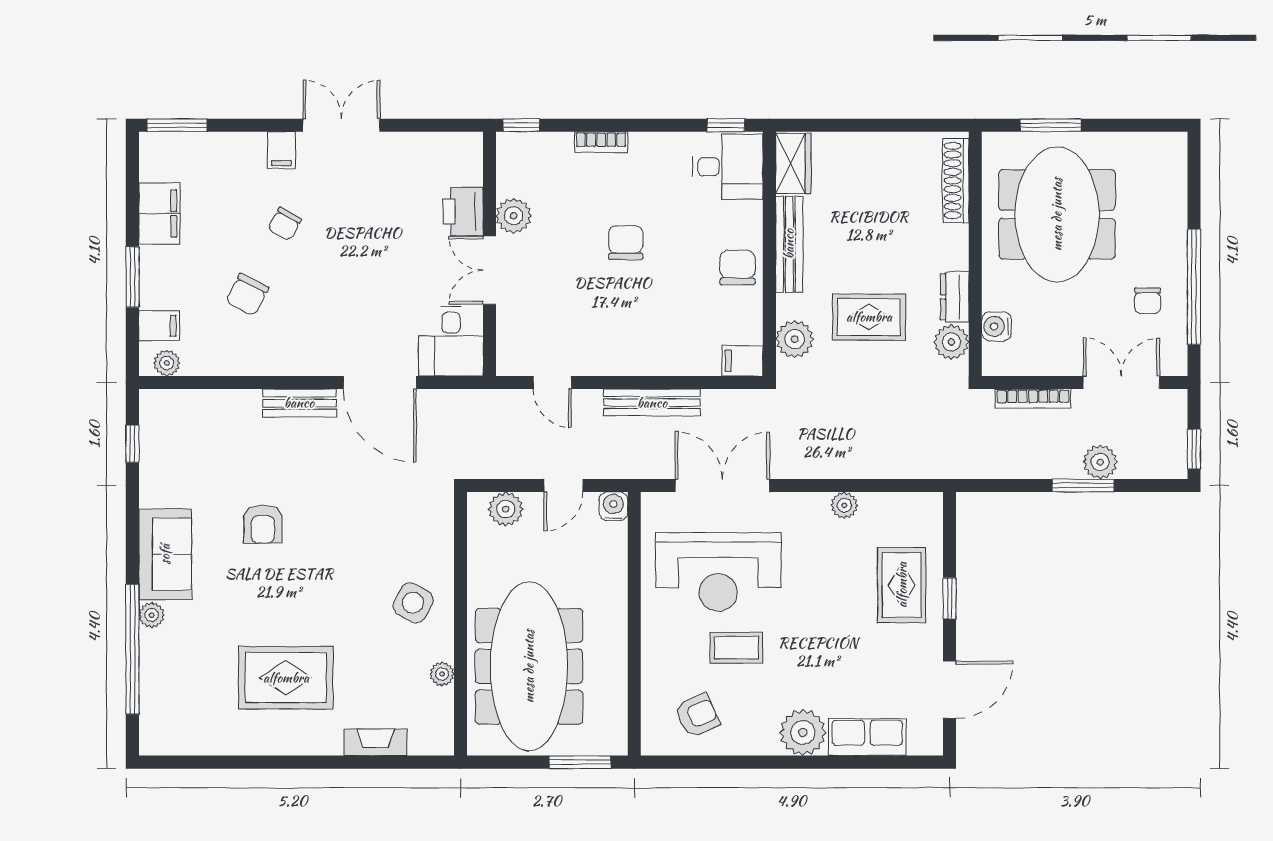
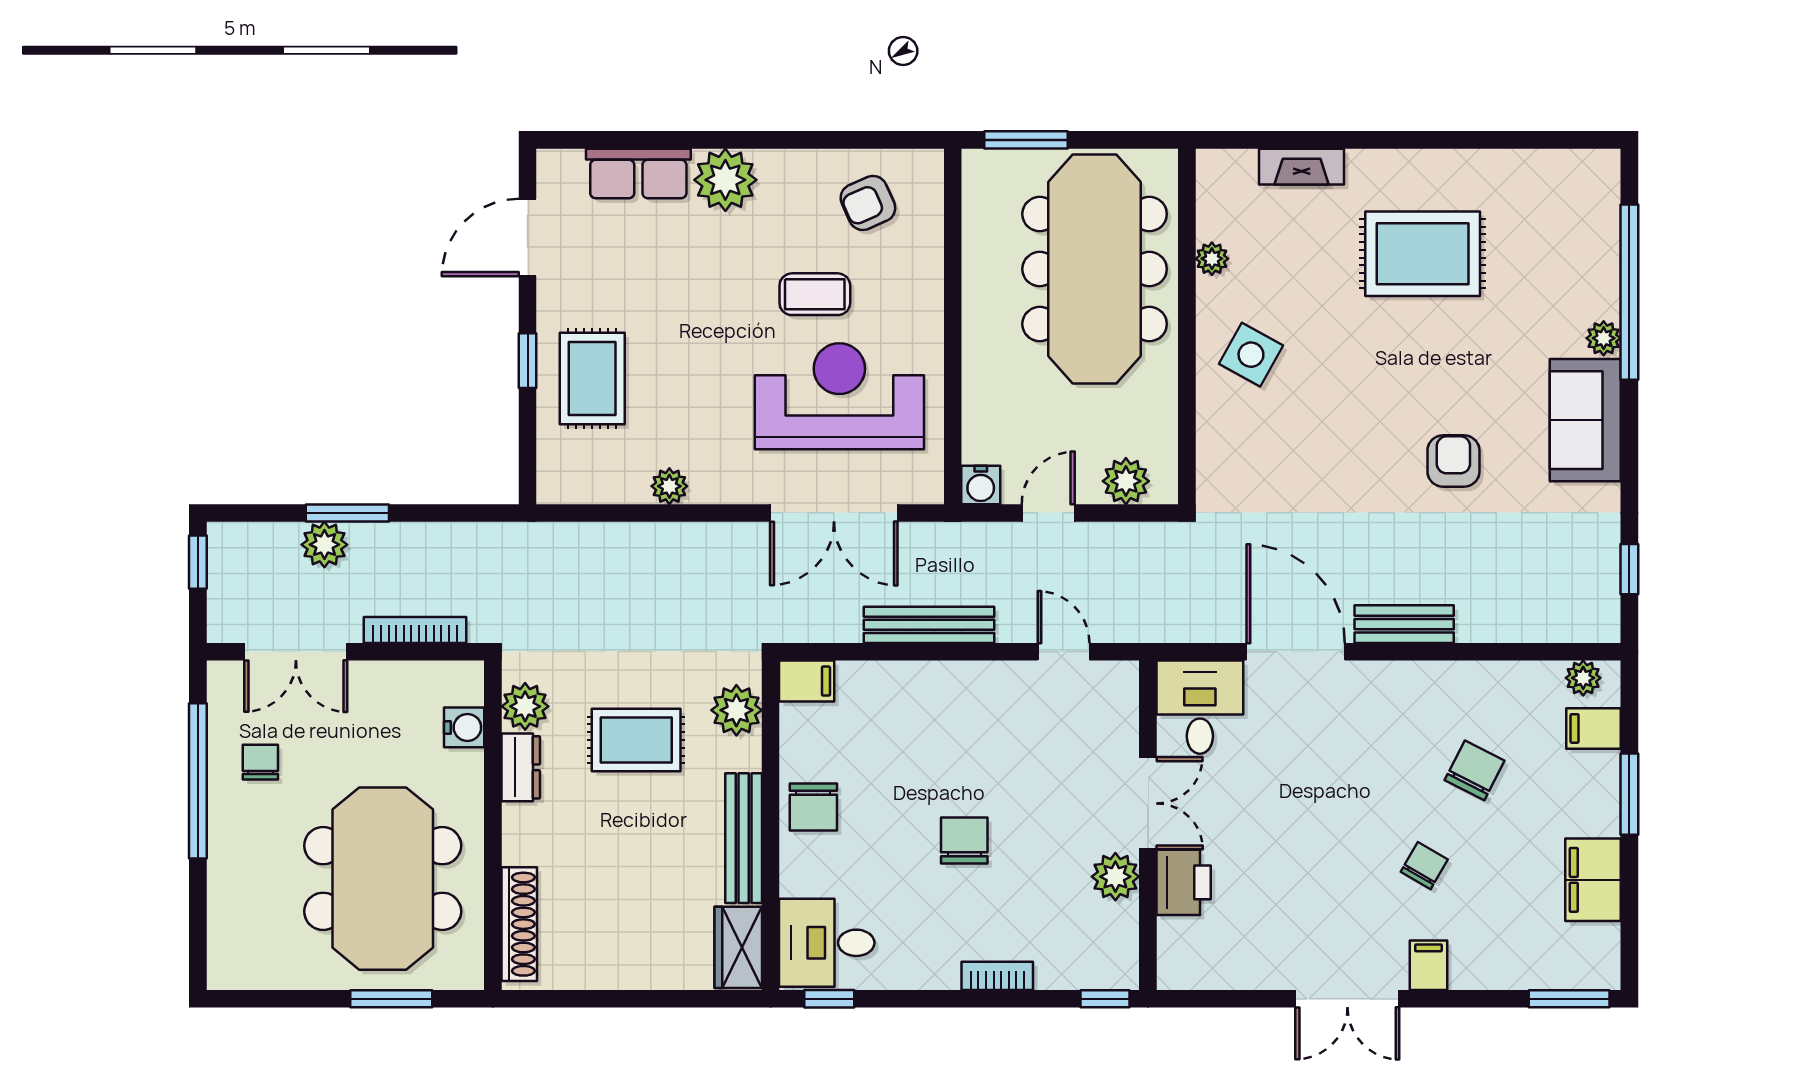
chair: (626, 243) -> (964, 840), turned 180

